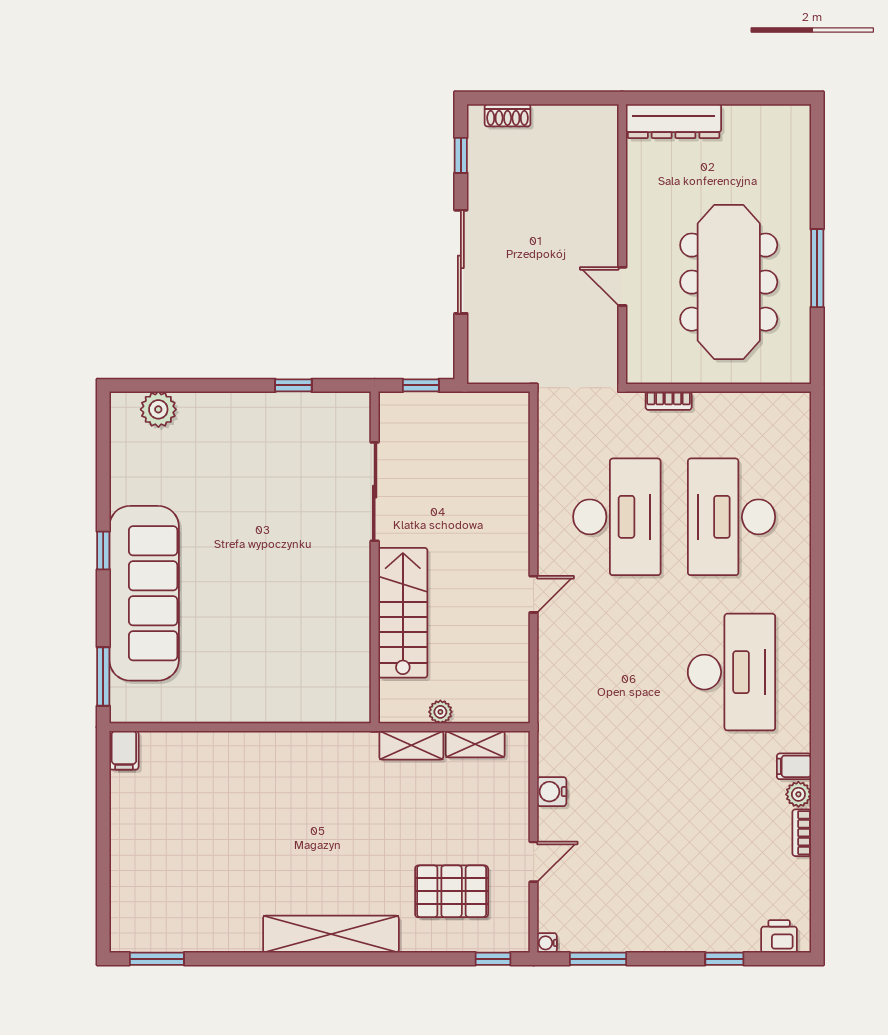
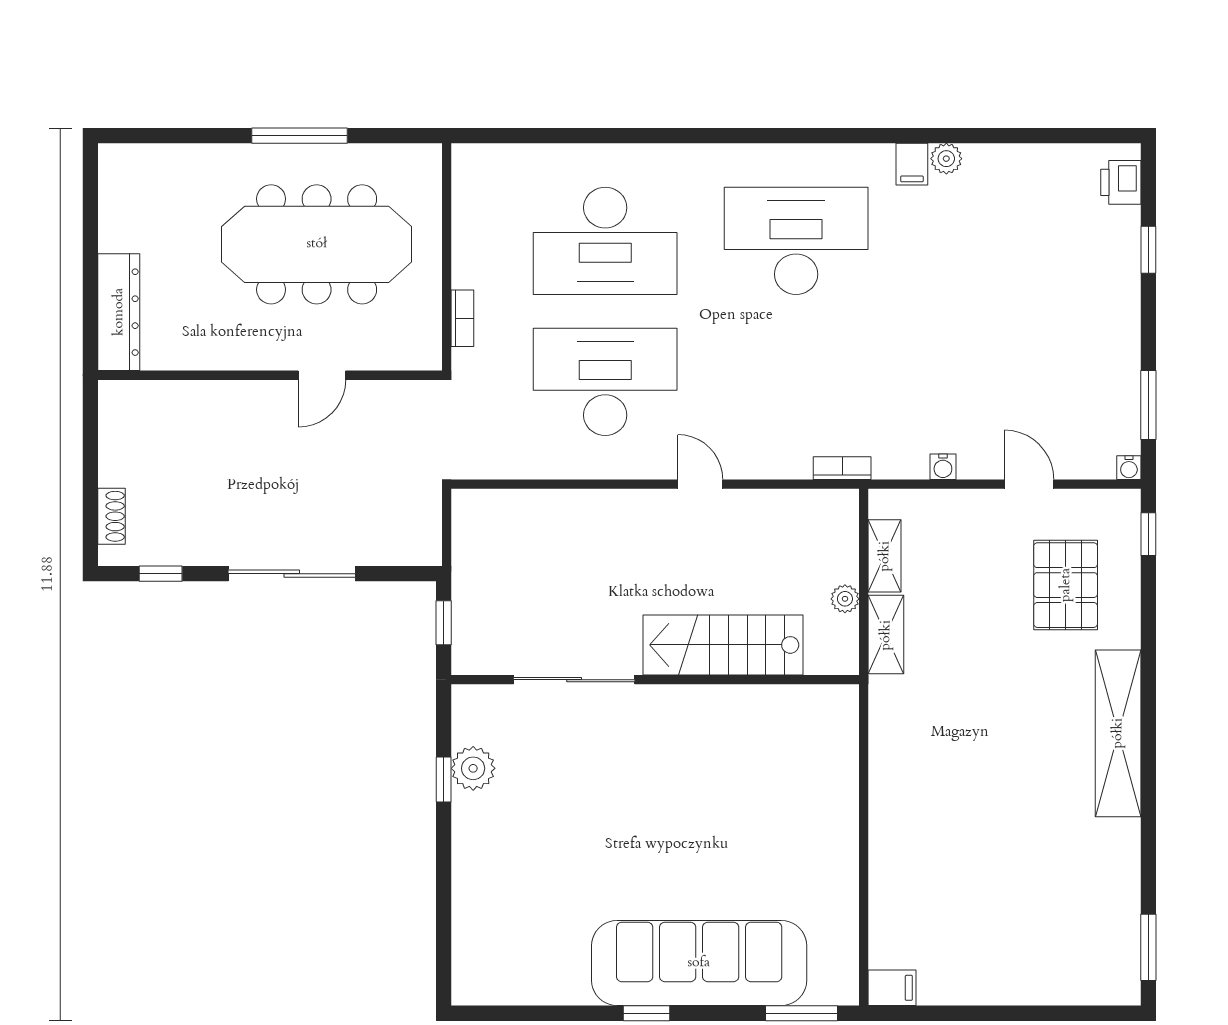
plant: (158, 409) -> (473, 768), moved
water cooler: (552, 792) -> (943, 467), width x0.72, depth x0.72
bookcase: (802, 833) -> (842, 468), moved, turned 180

